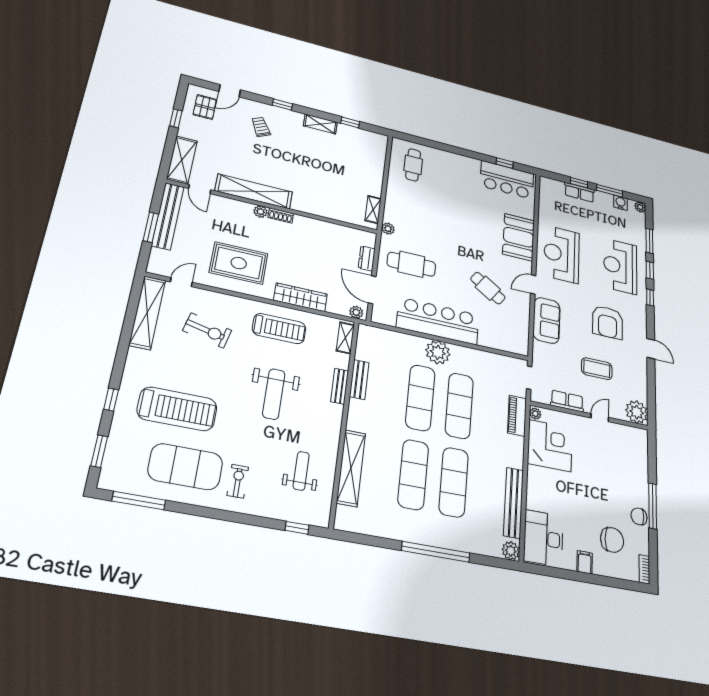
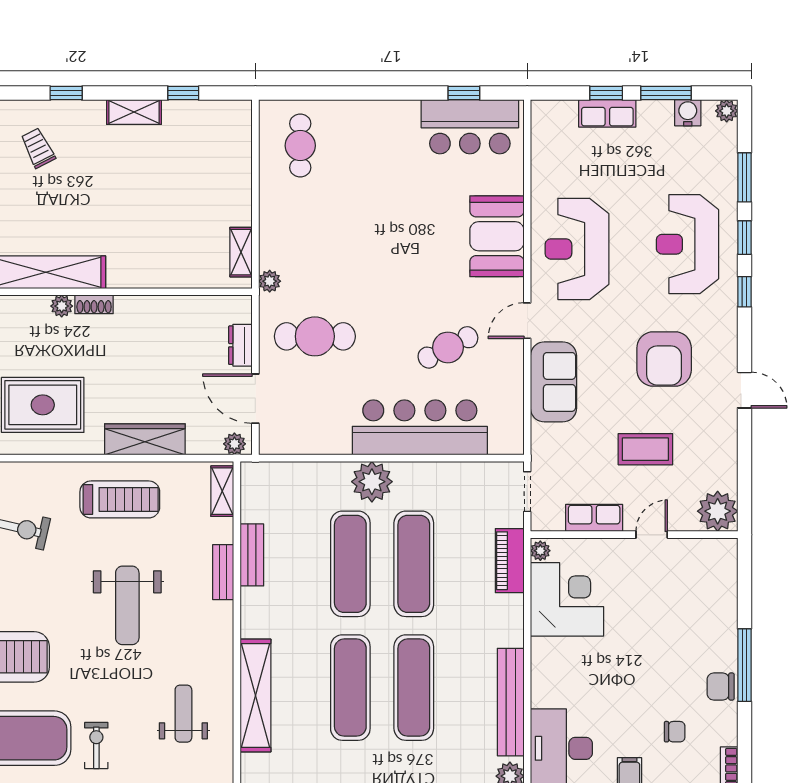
cafe table: (488, 288) -> (448, 347), turned -61
bar counter: (438, 321) -> (420, 427), moved
chair: (612, 540) -> (675, 732), width x0.54, depth x0.54

